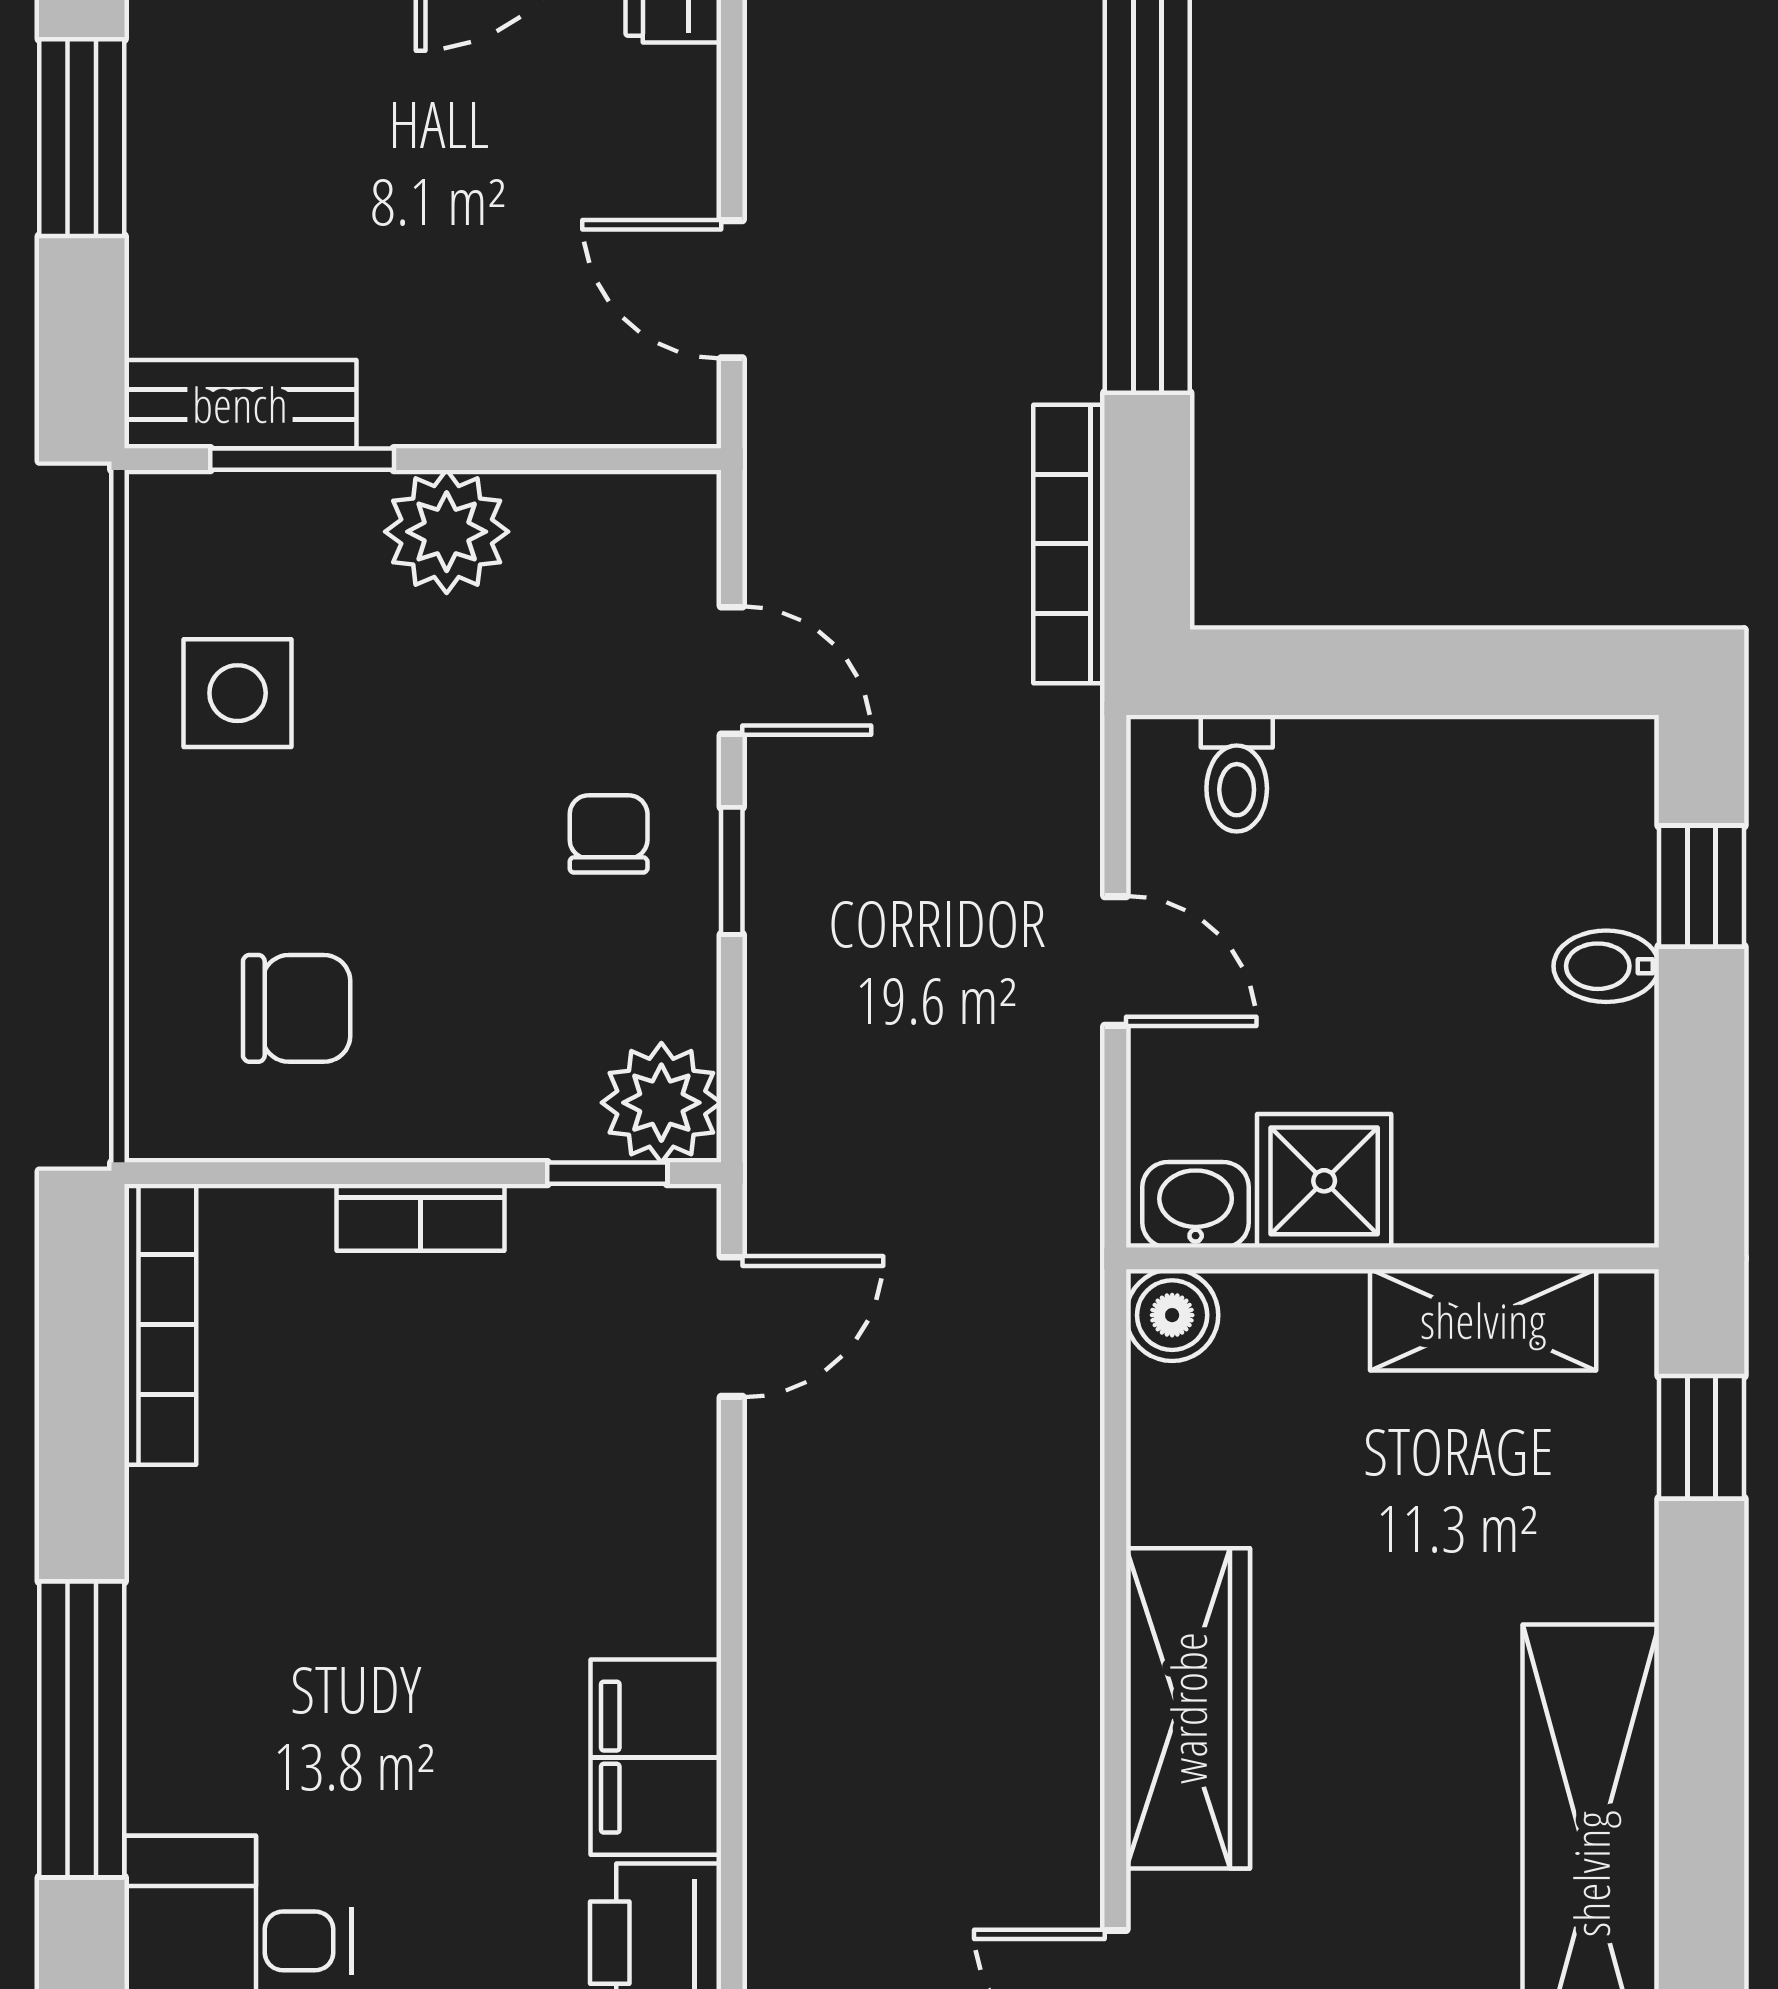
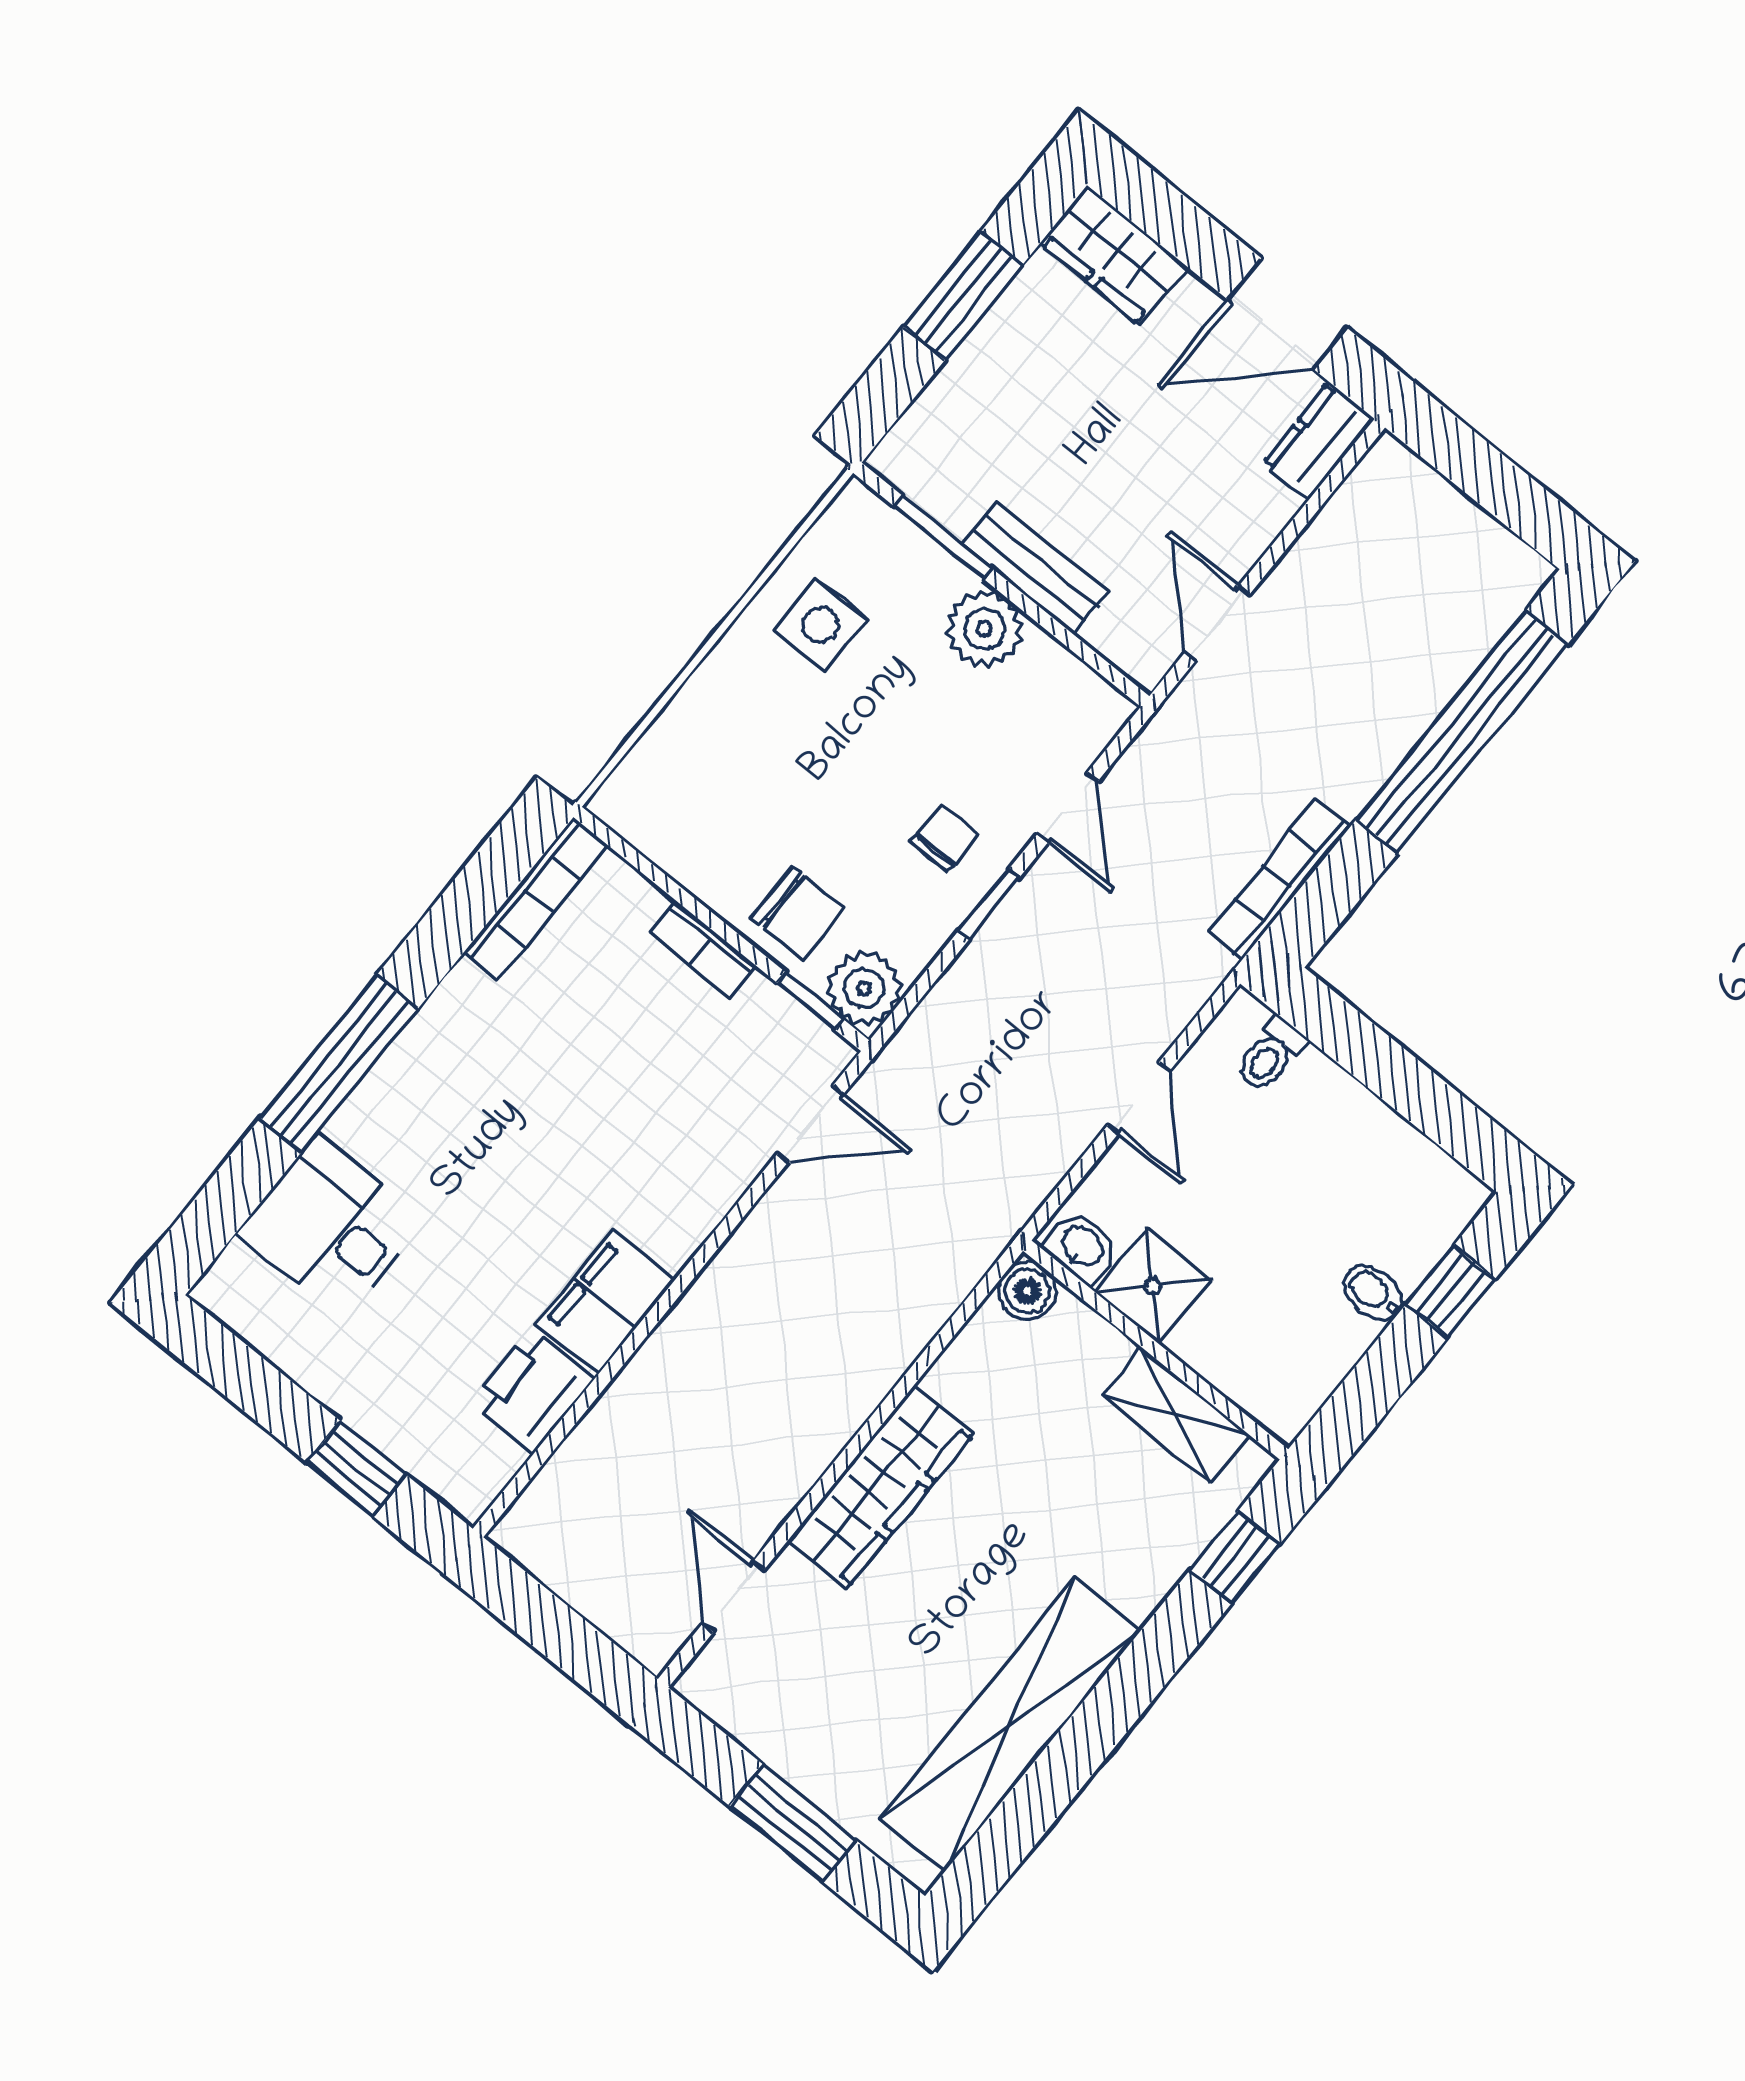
bench: (240, 404) -> (1035, 568), moved
chair: (297, 1008) -> (797, 914), moved

